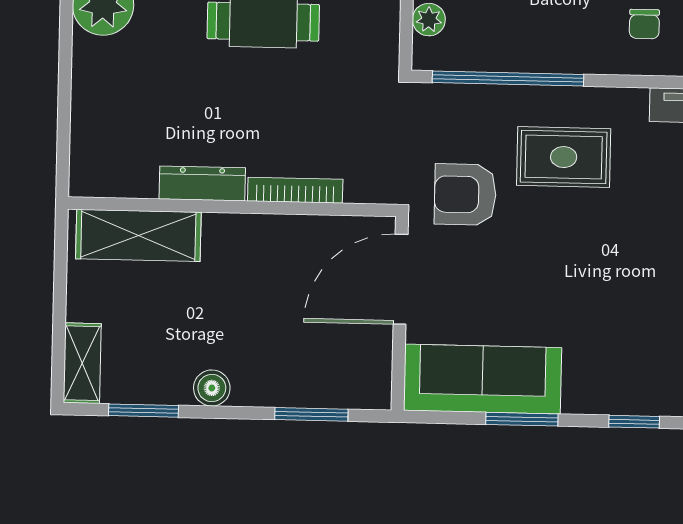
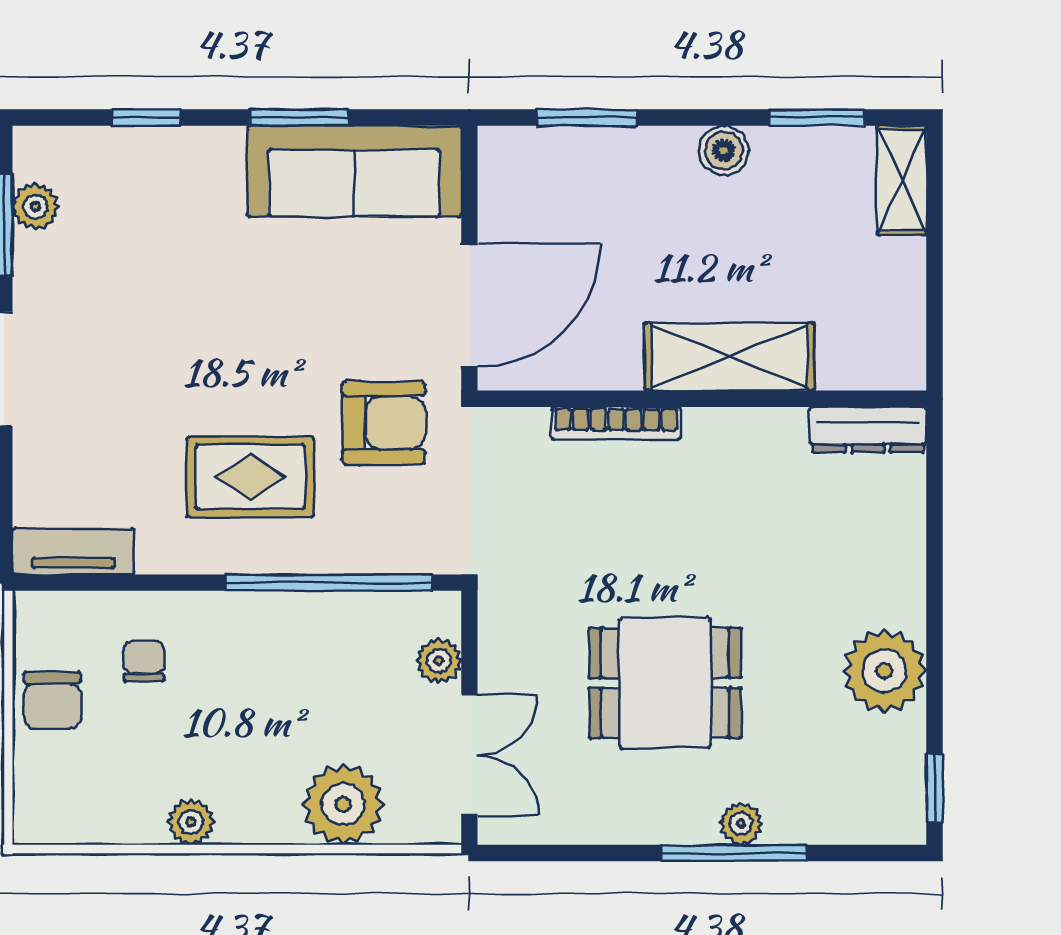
dresser: (202, 183) -> (868, 430), moved
shelving: (138, 235) -> (729, 357), moved

